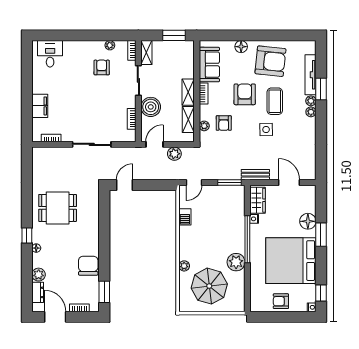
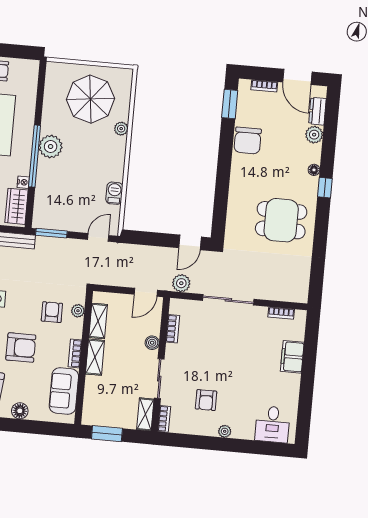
plant: (110, 45) -> (225, 431), moved
armchair: (245, 94) -> (21, 348), turned -90
boiler: (151, 107) -> (152, 343), width x0.54, depth x0.54
plant: (174, 154) -> (181, 283), moved
plant: (236, 262) -> (51, 147), moved

